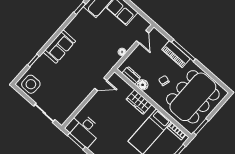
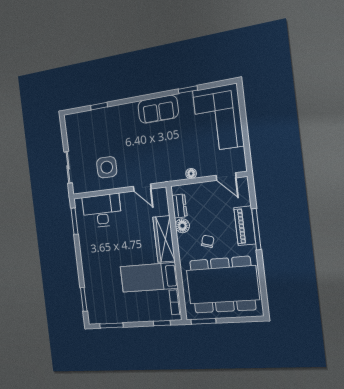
door: (143, 37) -> (226, 177), hinge flipped
sofa: (59, 47) -> (158, 109), moved
side table: (31, 84) -> (107, 167), moved
wardrobe: (139, 102) -> (164, 239), width x1.50
desk: (84, 129) -> (102, 211), moved, turned 90

